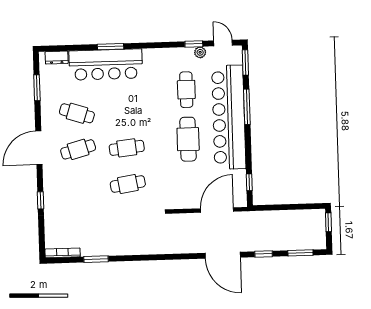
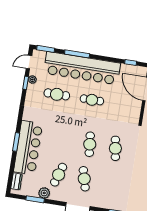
plant: (48, 98) -> (44, 193), added
cafe table: (188, 139) -> (92, 100), width x0.73, depth x0.74

